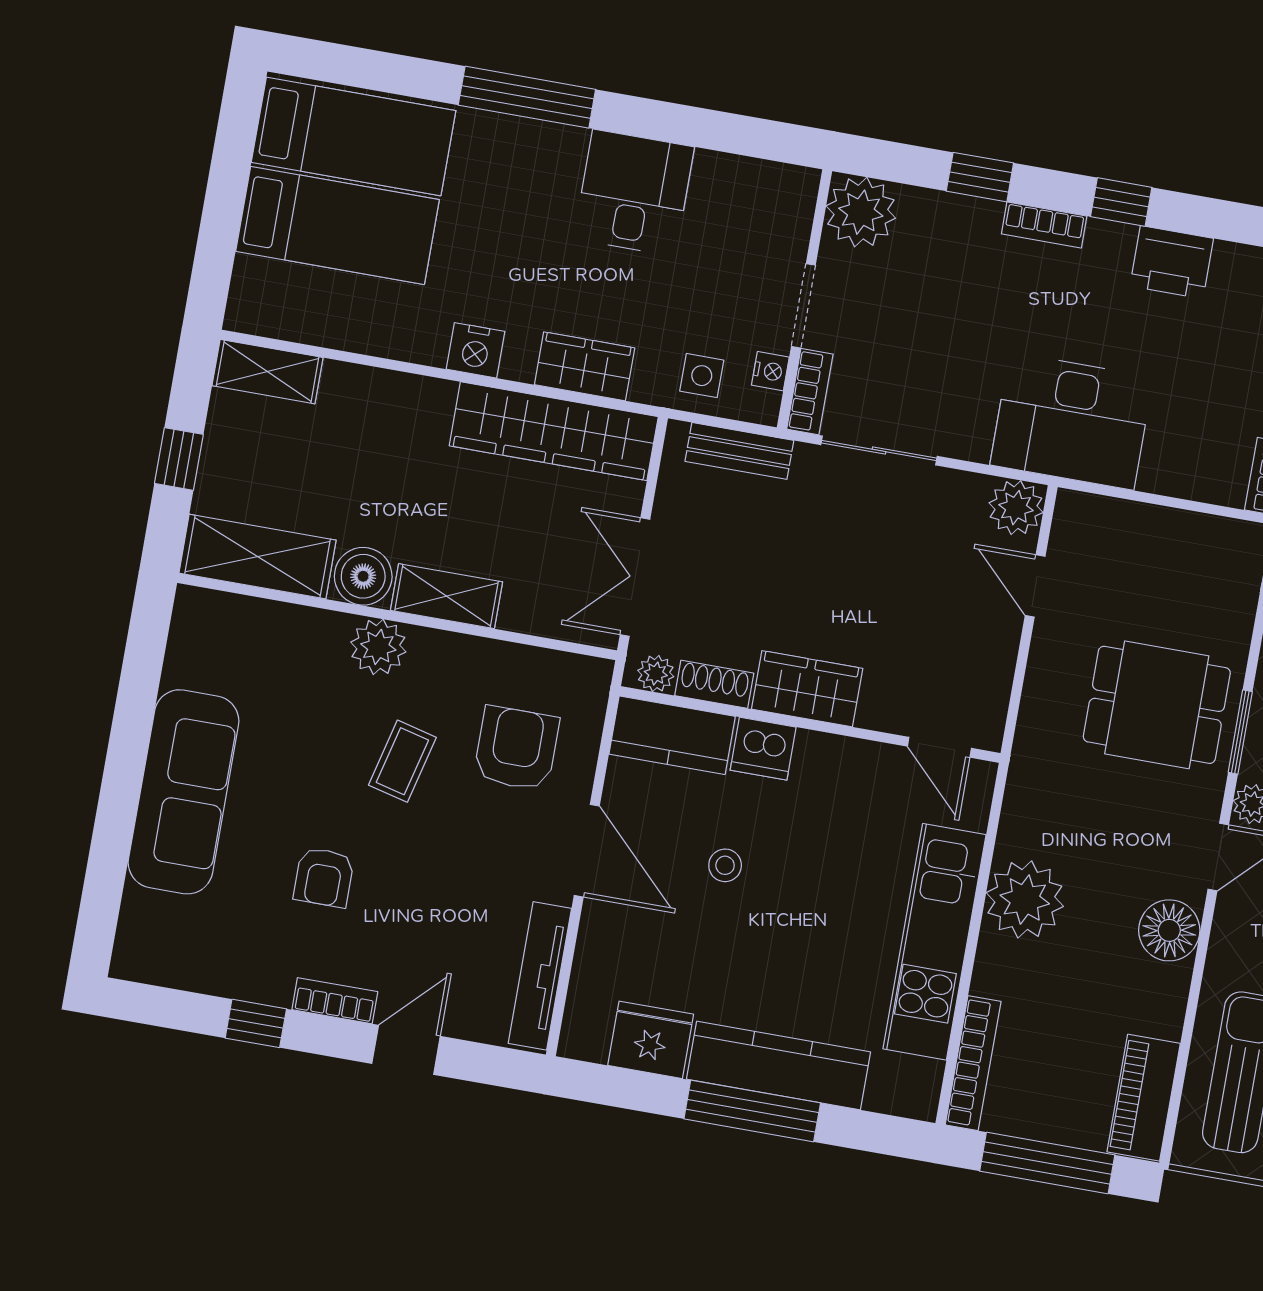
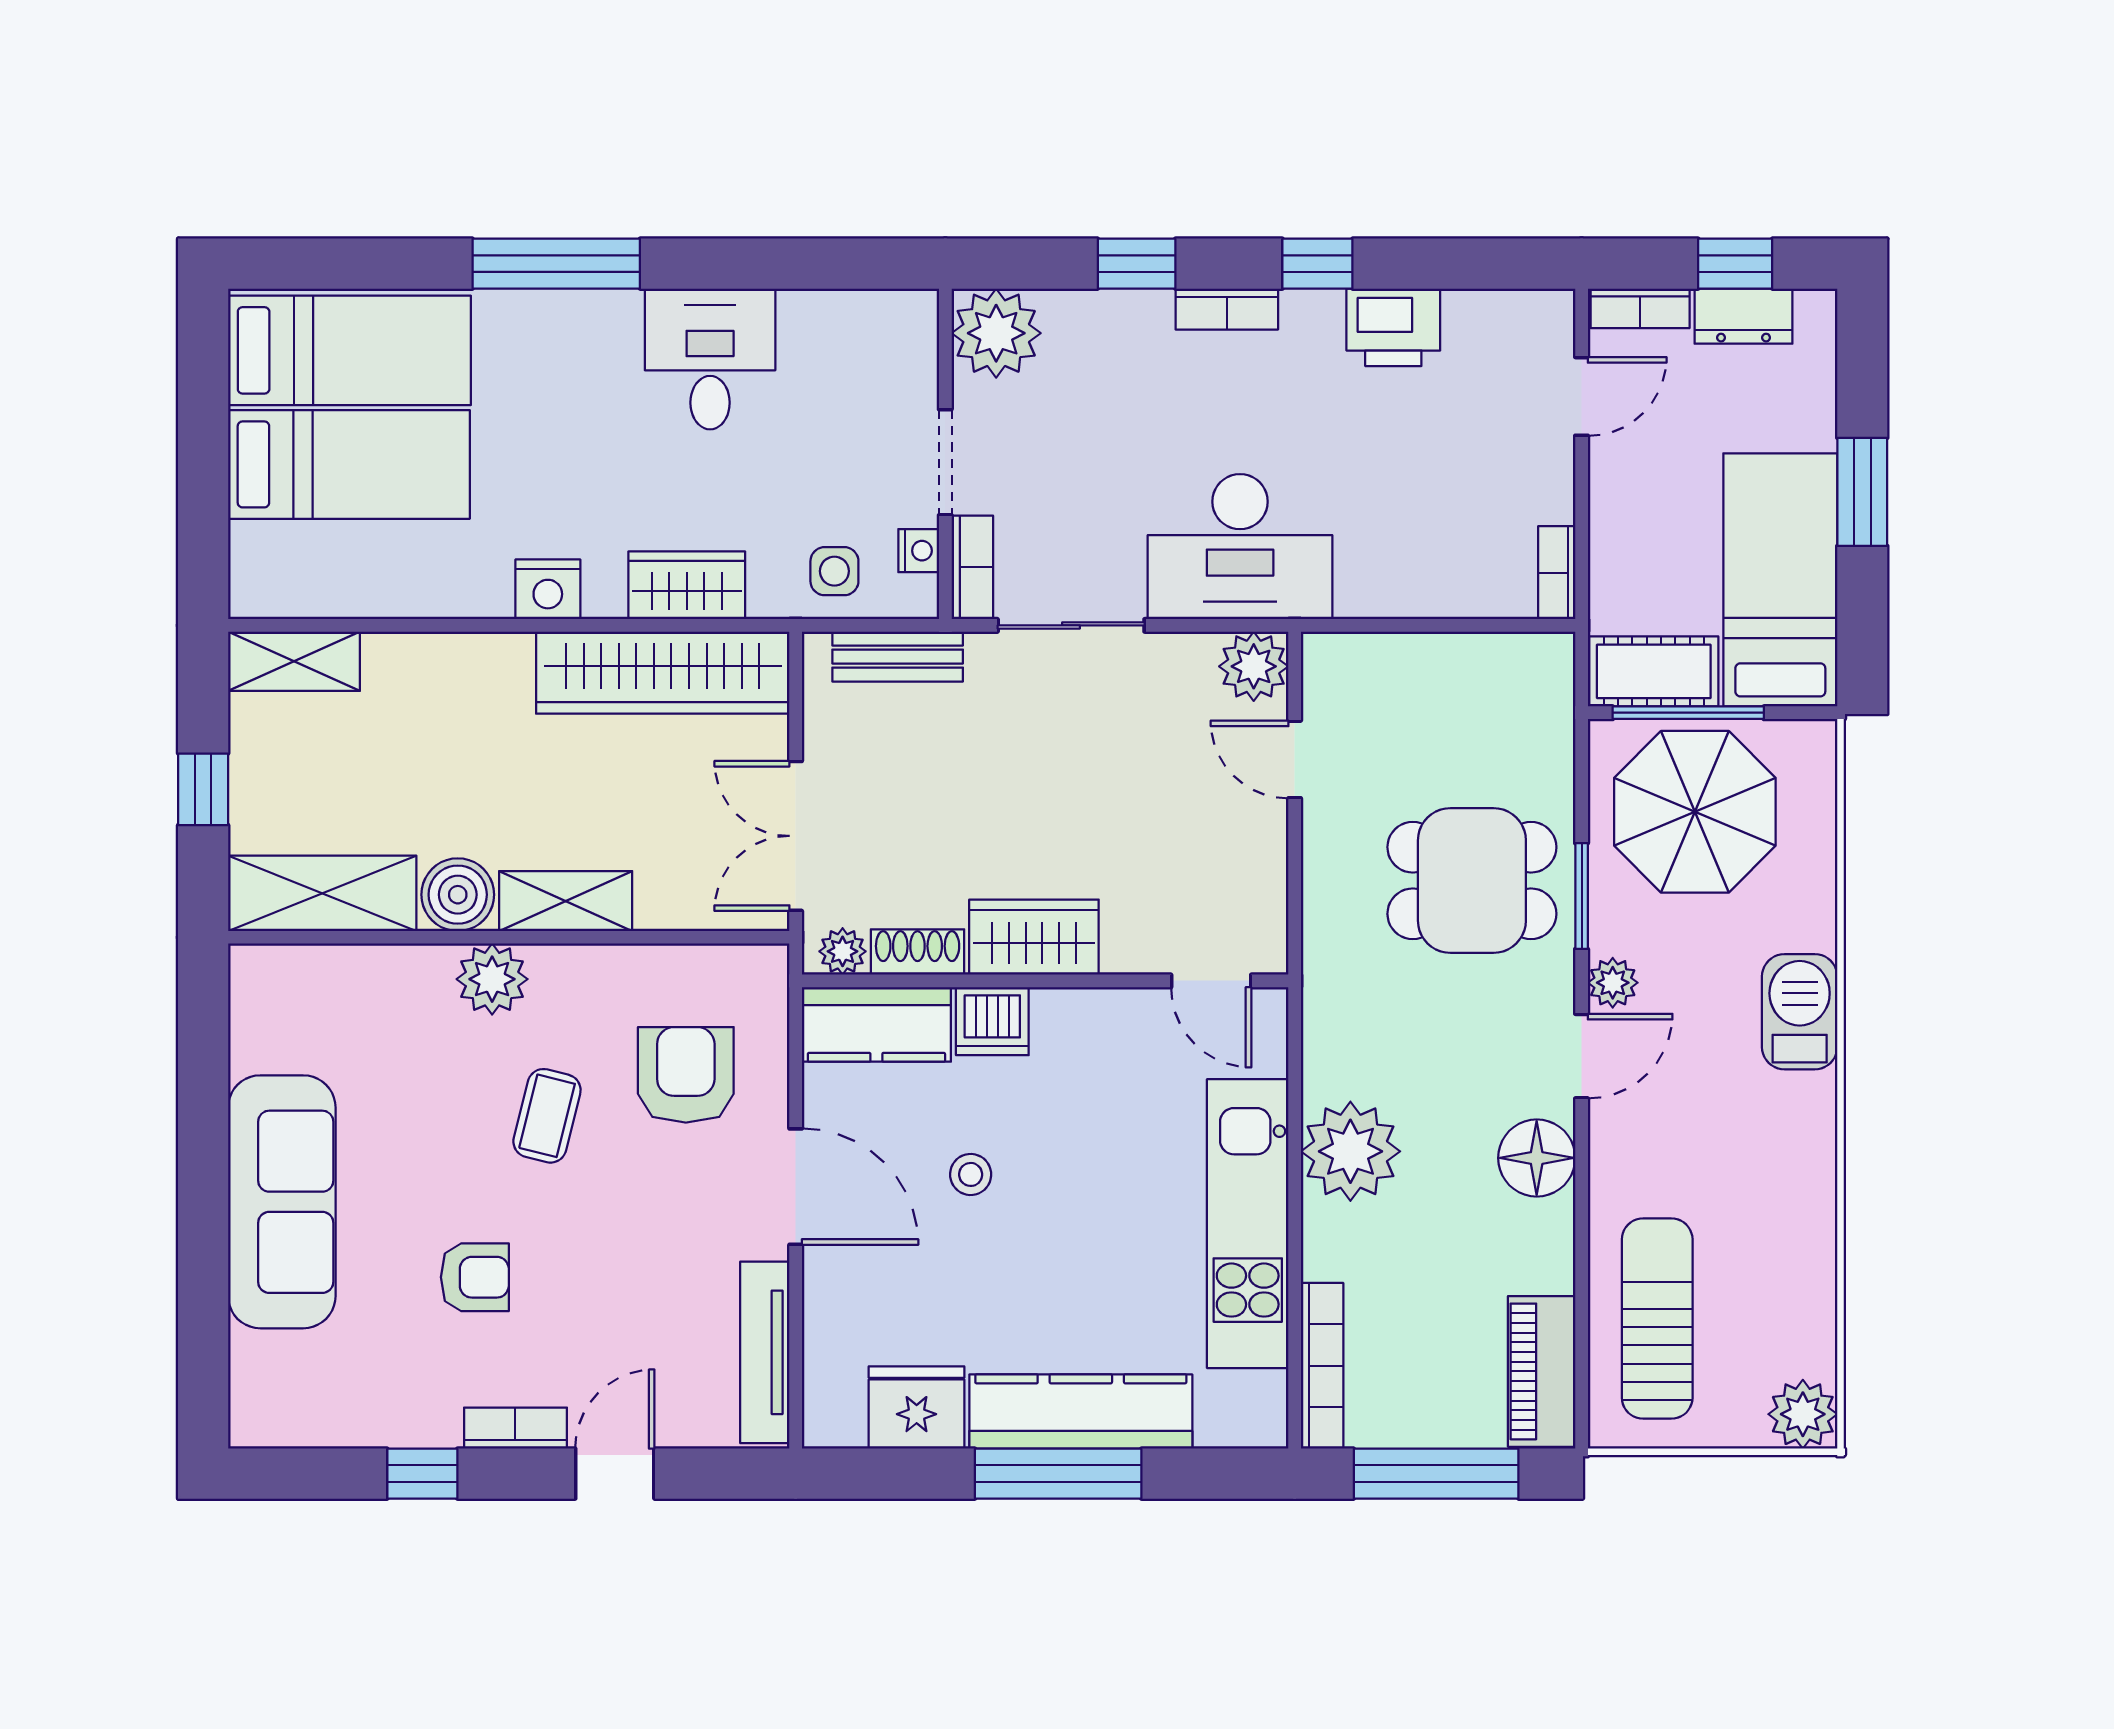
desk: (1072, 421) -> (1240, 547), moved
armchair: (324, 877) -> (475, 1277), turned -90

